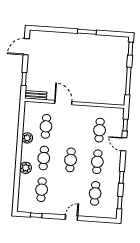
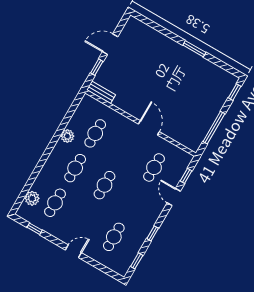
door: (26, 47) -> (110, 44), moved
door: (63, 102) -> (149, 128), moved
cafe table: (97, 162) -> (134, 202), removed
plant: (26, 168) -> (32, 198), moved

